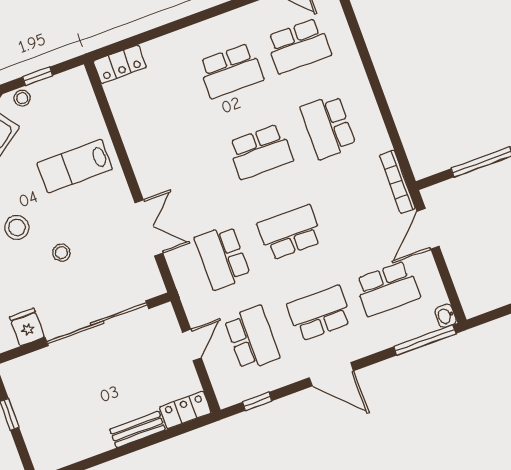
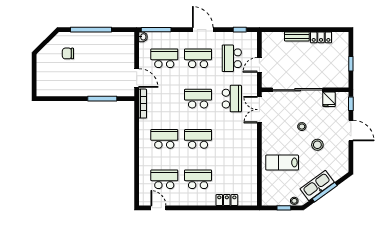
locker: (120, 64) -> (227, 200), moved
school desk: (328, 127) -> (164, 139), turned -90
lab bench: (75, 166) -> (282, 162), turned 180
double door: (149, 228) -> (259, 110), moved
door: (428, 229) -> (137, 78), hinge flipped
school desk: (290, 232) -> (198, 99), turned 180
school desk: (320, 313) -> (198, 58), turned 180
locker: (185, 410) -> (321, 37), moved

